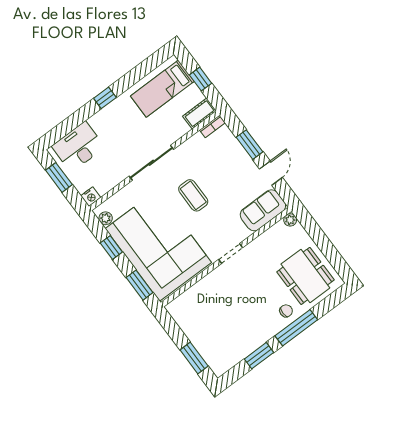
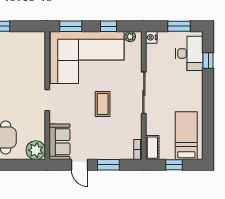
window: (105, 98) -> (208, 60), moved
coffee table: (193, 195) -> (103, 104), turned 90
plant: (290, 220) -> (36, 150), width x1.88, depth x1.88

